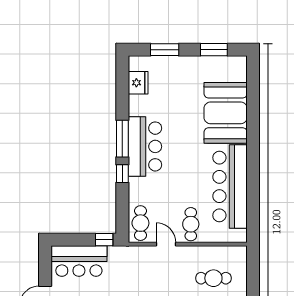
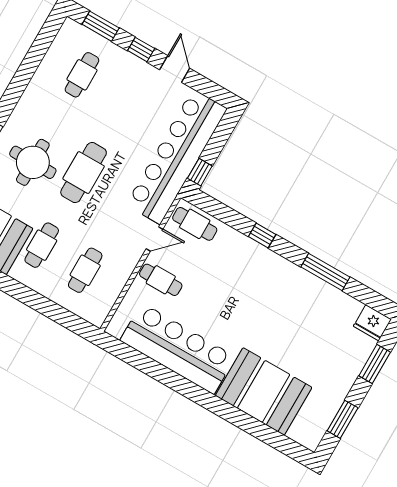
fridge: (138, 83) -> (372, 323), moved
window: (122, 139) -> (325, 272), moved
bar counter: (145, 146) -> (278, 279), removed
bar counter: (79, 261) -> (176, 157), width x1.86

